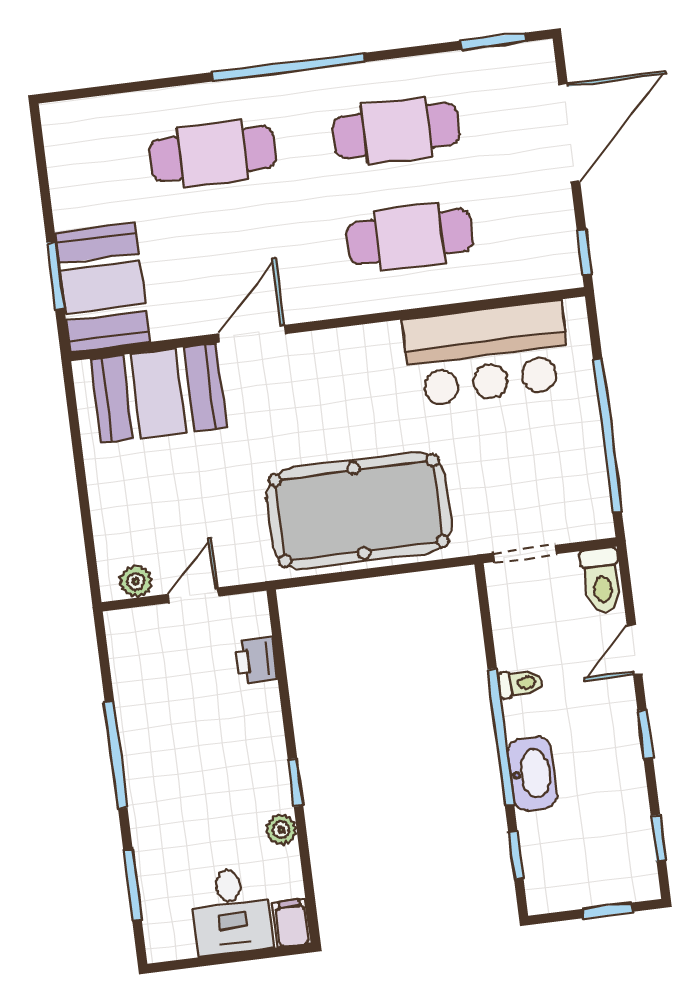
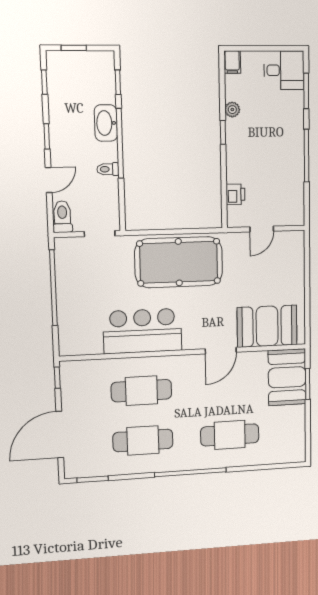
bar counter: (487, 354) -> (143, 331), moved
plant: (136, 581) -> (288, 238), removed
desk: (231, 911) -> (284, 70), moved, turned 90

